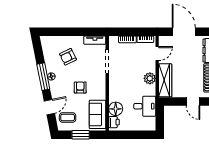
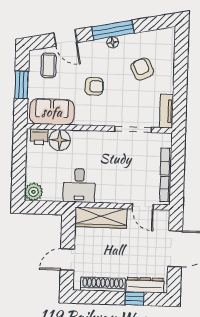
plant: (150, 78) -> (34, 192), moved
desk: (145, 106) -> (79, 185), moved

